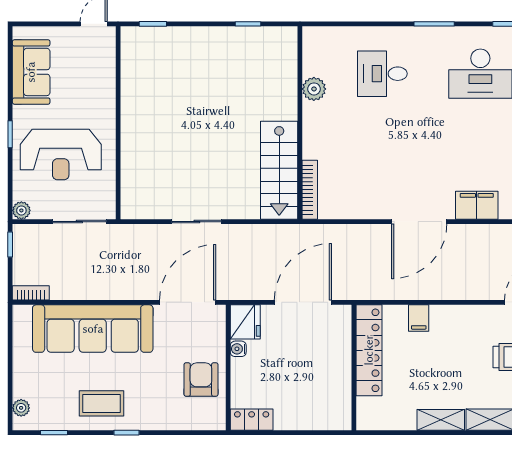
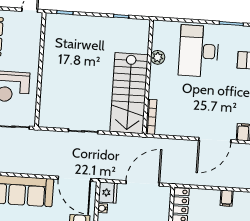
desk: (382, 74) -> (199, 51), width x1.87, depth x1.30
stairs: (279, 170) -> (129, 93), width x1.36, depth x1.51
door: (188, 302) -> (74, 179), swing flipped
filing cabinet: (419, 318) -> (227, 198), moved

